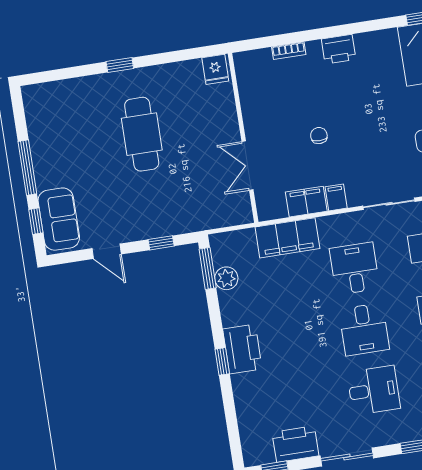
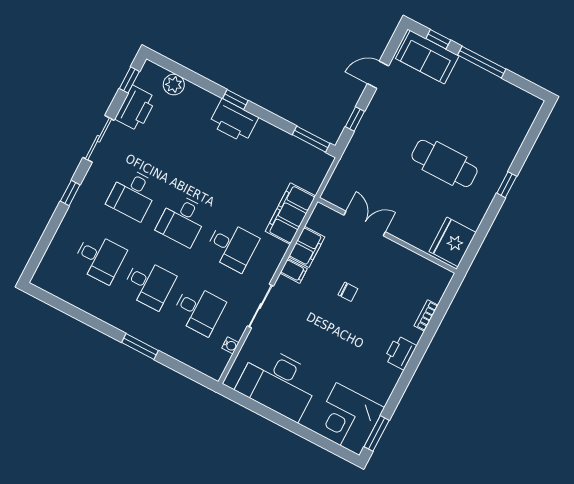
fridge: (215, 69) -> (453, 242), width x1.88, depth x1.34
plant: (226, 278) -> (174, 85), moved
desk: (364, 329) -> (182, 220), turned -90

